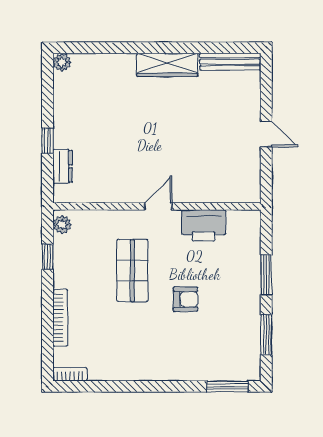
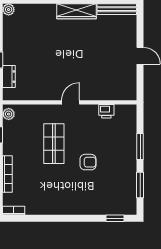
printer: (204, 225) -> (106, 111), width x0.53, depth x0.68
window: (227, 386) -> (115, 218), width x0.67

